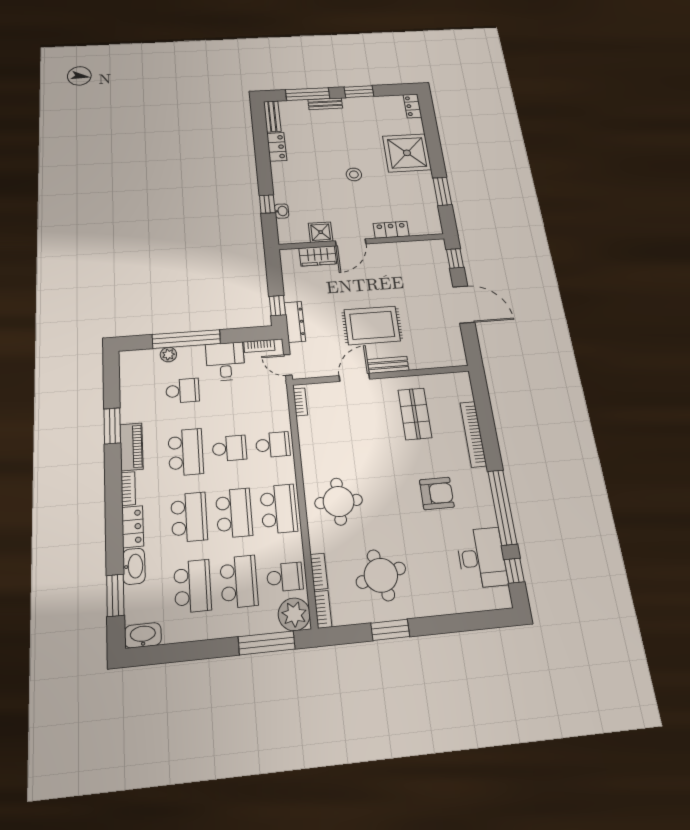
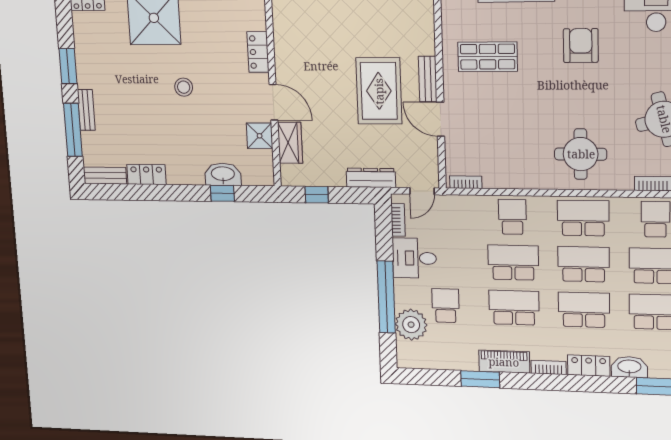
washbasin: (282, 211) -> (223, 174), width x1.91, depth x1.45
window: (277, 306) -> (317, 195), moved
plant: (168, 355) -> (411, 325), width x1.87, depth x1.87
school desk: (229, 448) -> (513, 263), width x1.85

